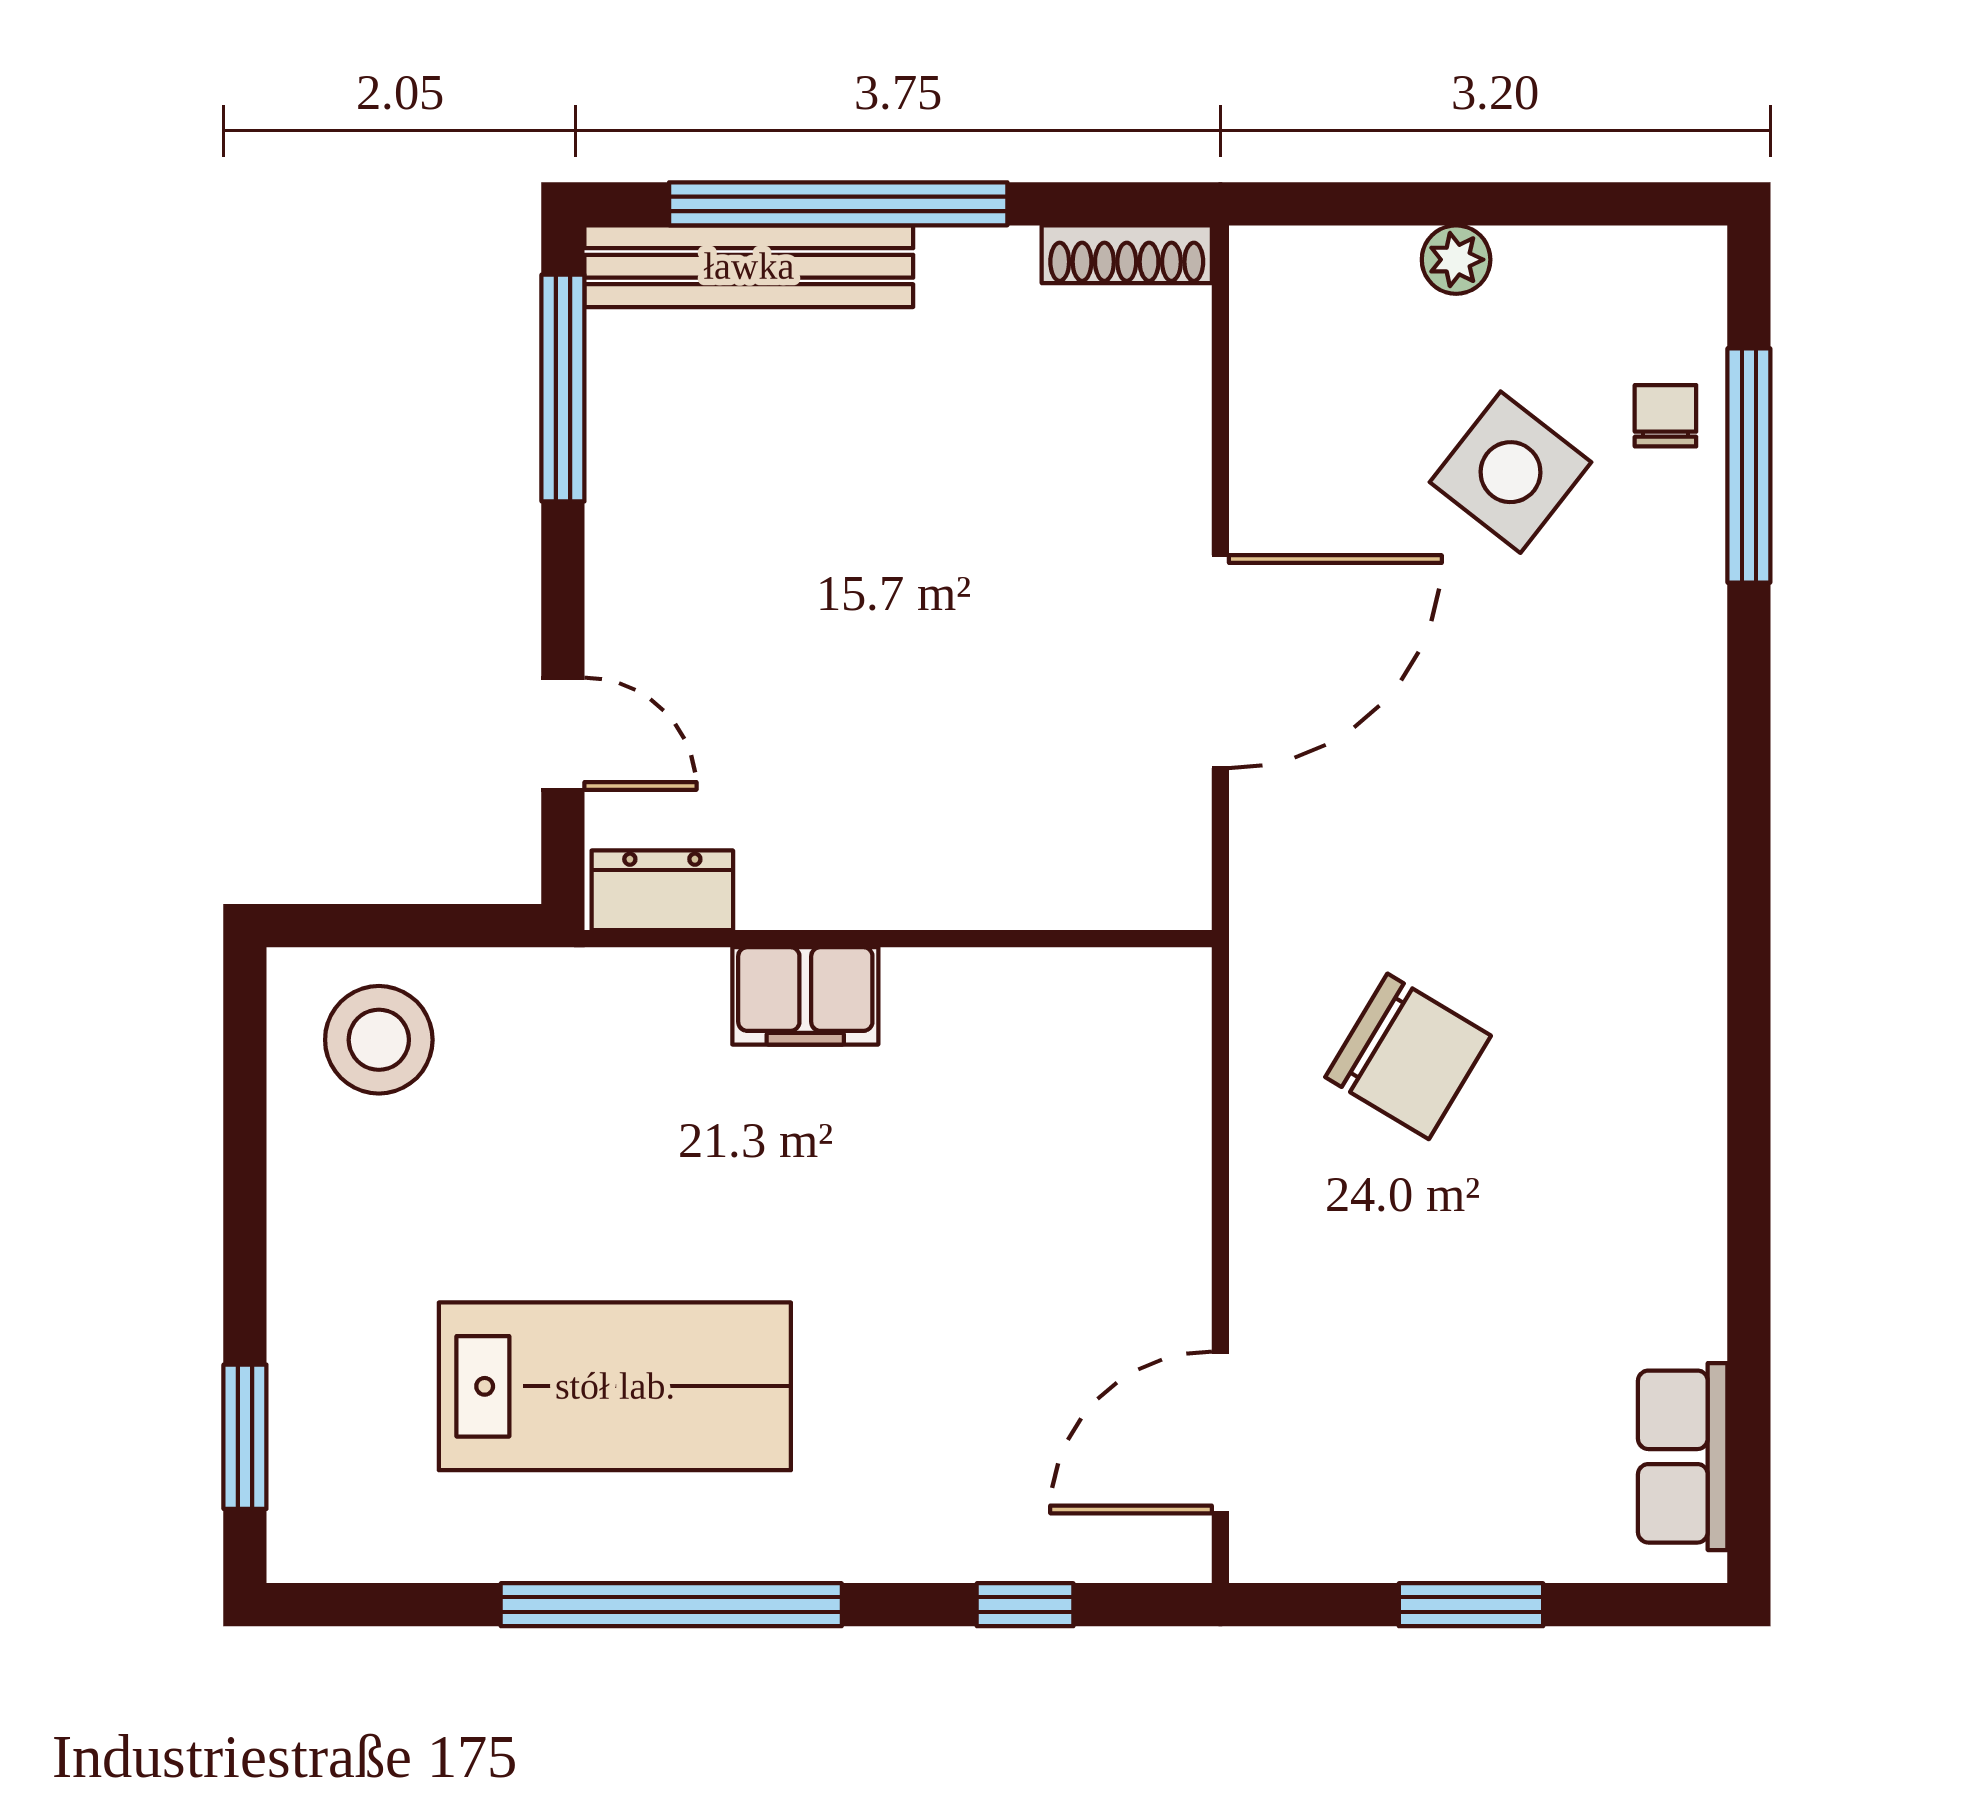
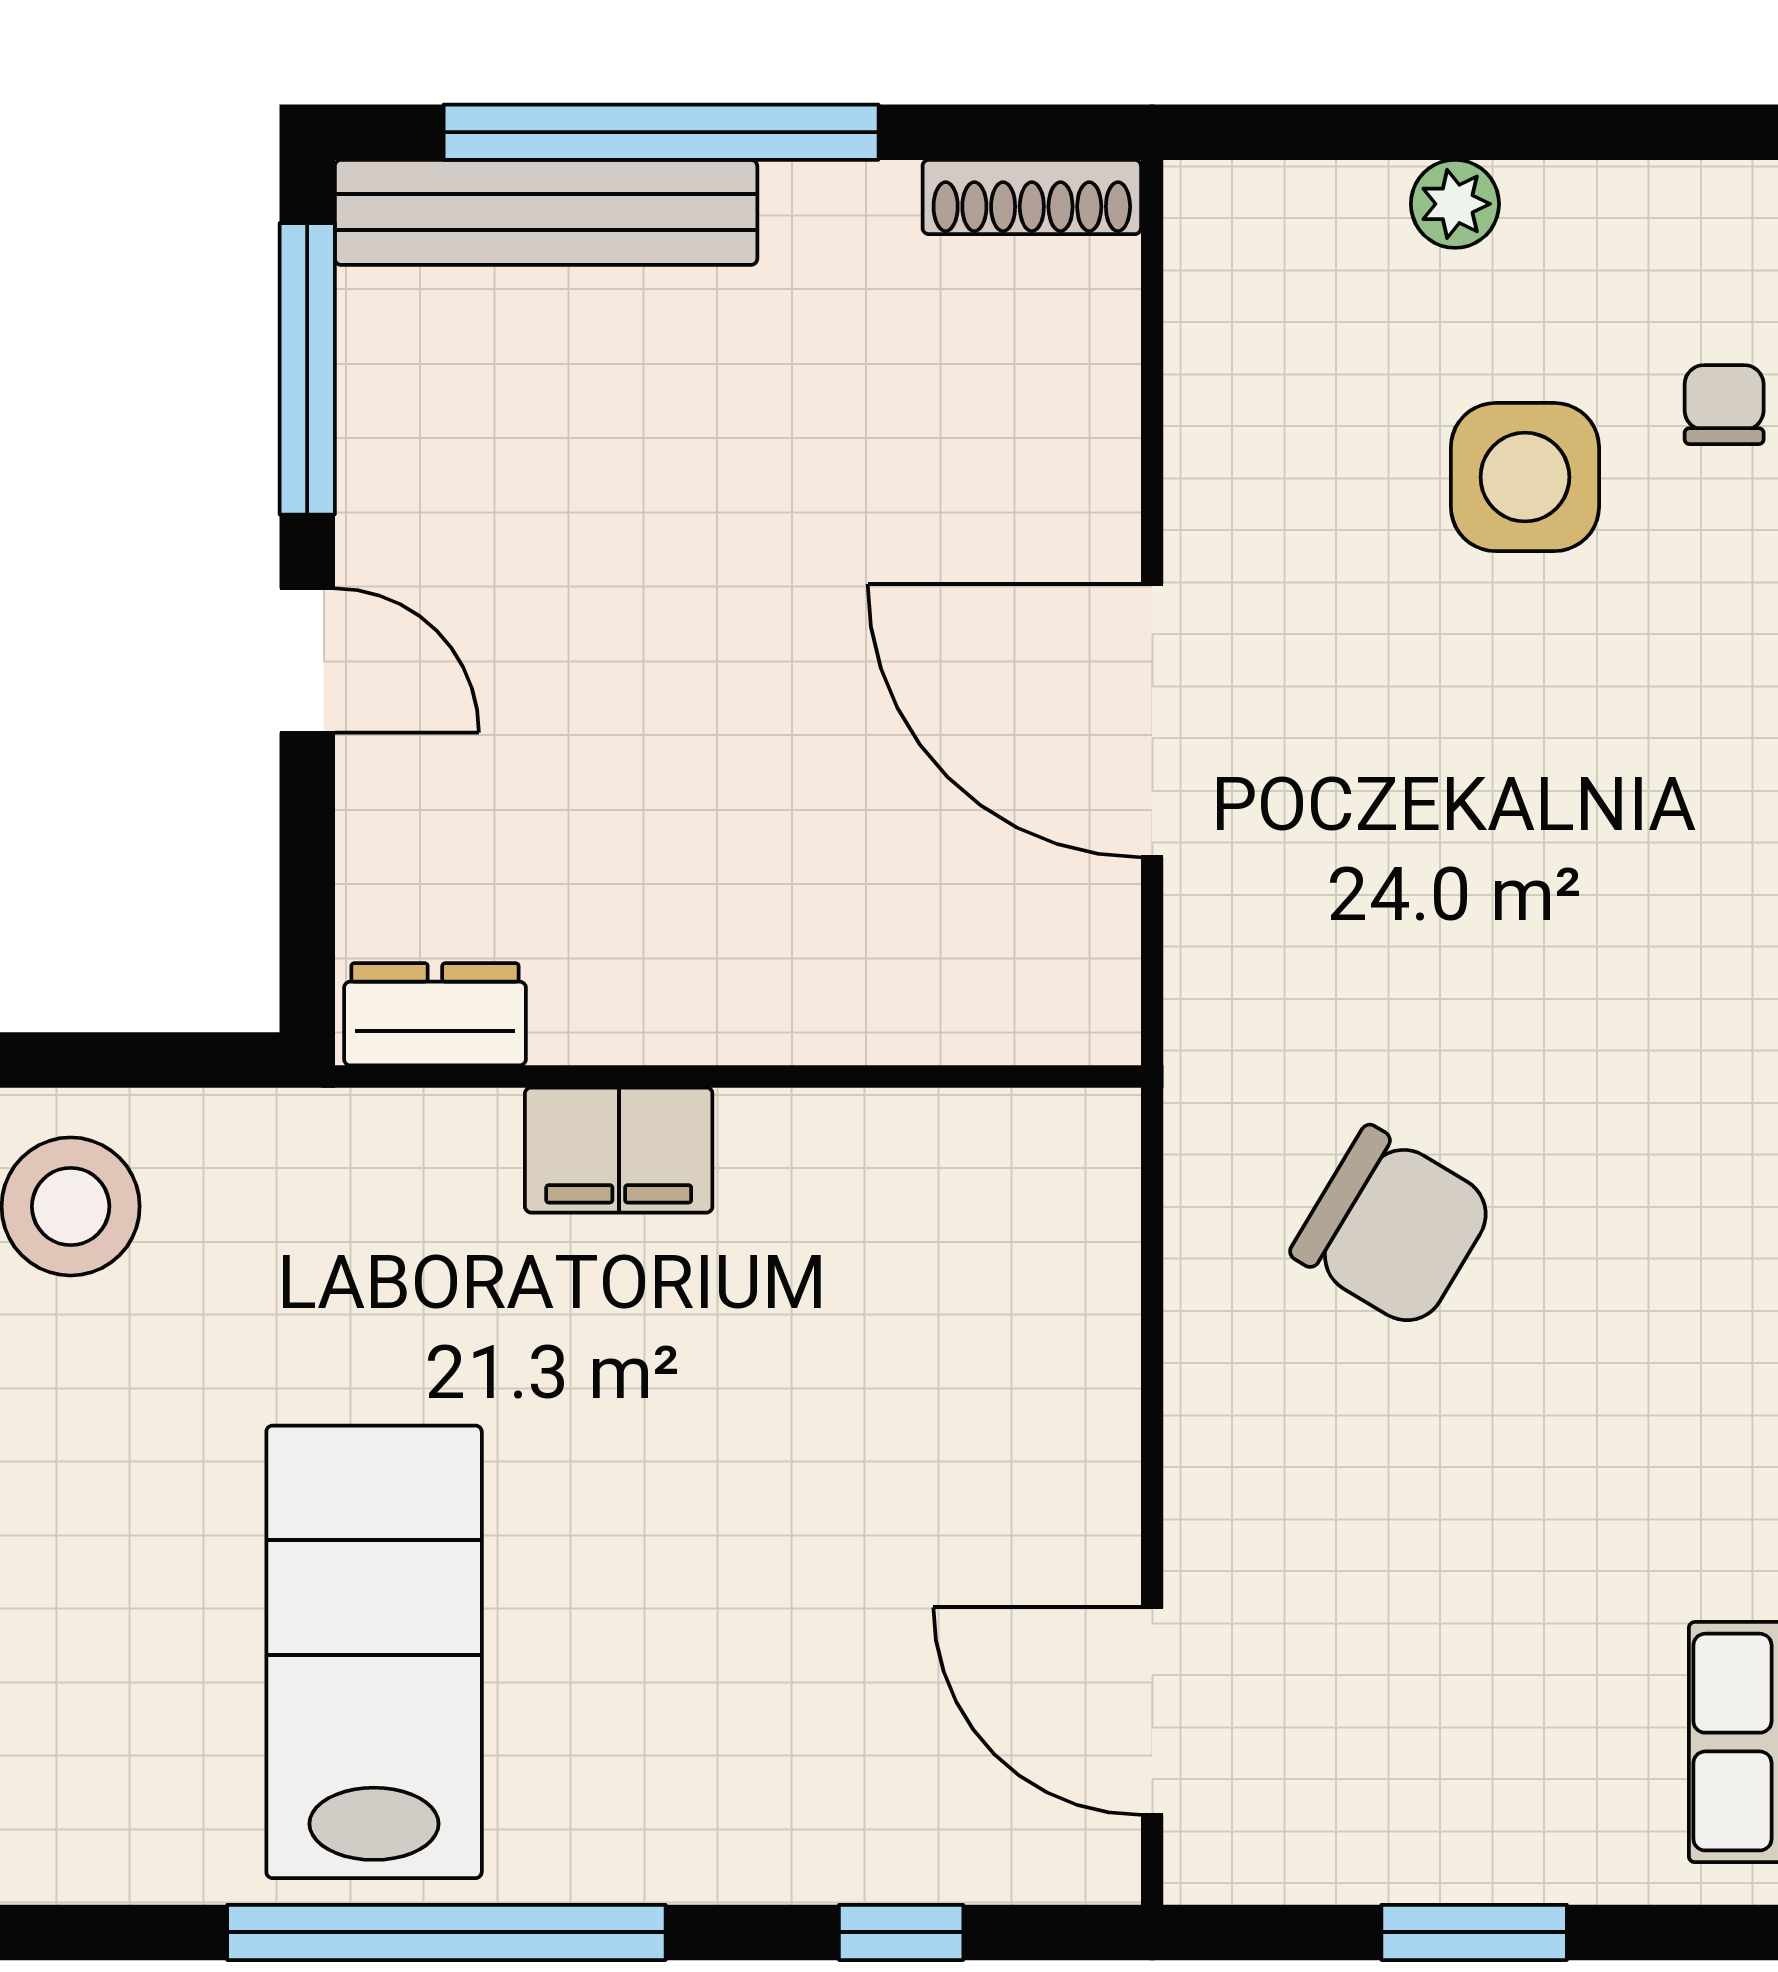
side table: (1510, 472) -> (1525, 477), turned -38
door: (1220, 662) -> (1152, 721), swing flipped
door: (563, 734) -> (307, 660), moved
lab bench: (615, 1386) -> (374, 1652), turned -90
door: (1220, 1432) -> (1152, 1711), hinge flipped

